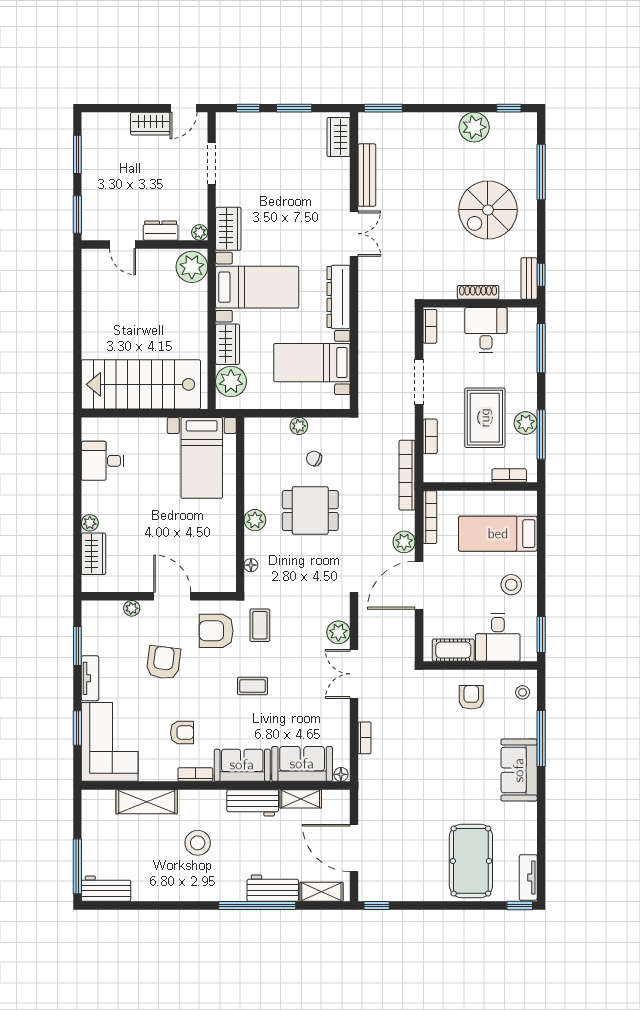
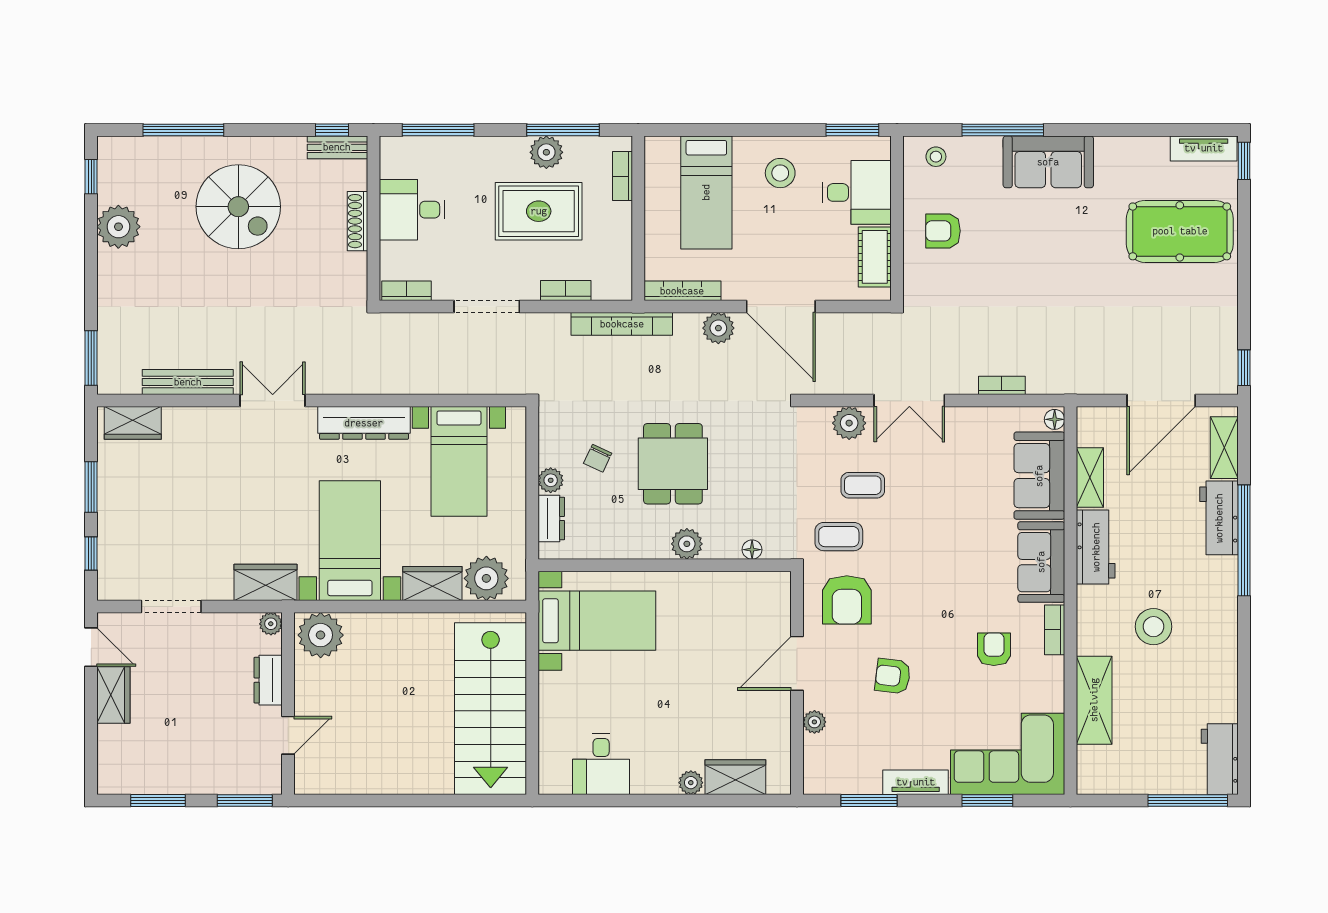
dresser: (272, 426) -> (551, 518), added
armchair: (163, 663) -> (893, 676), width x0.72, depth x0.72
coffee table: (252, 686) -> (863, 485), moved, turned 90

